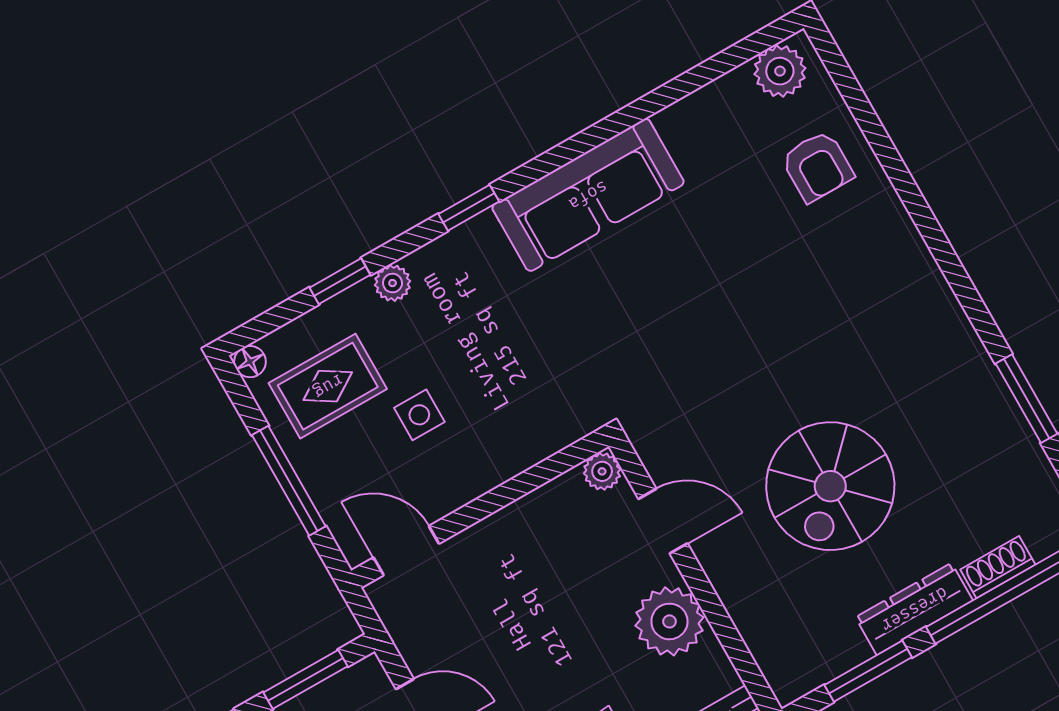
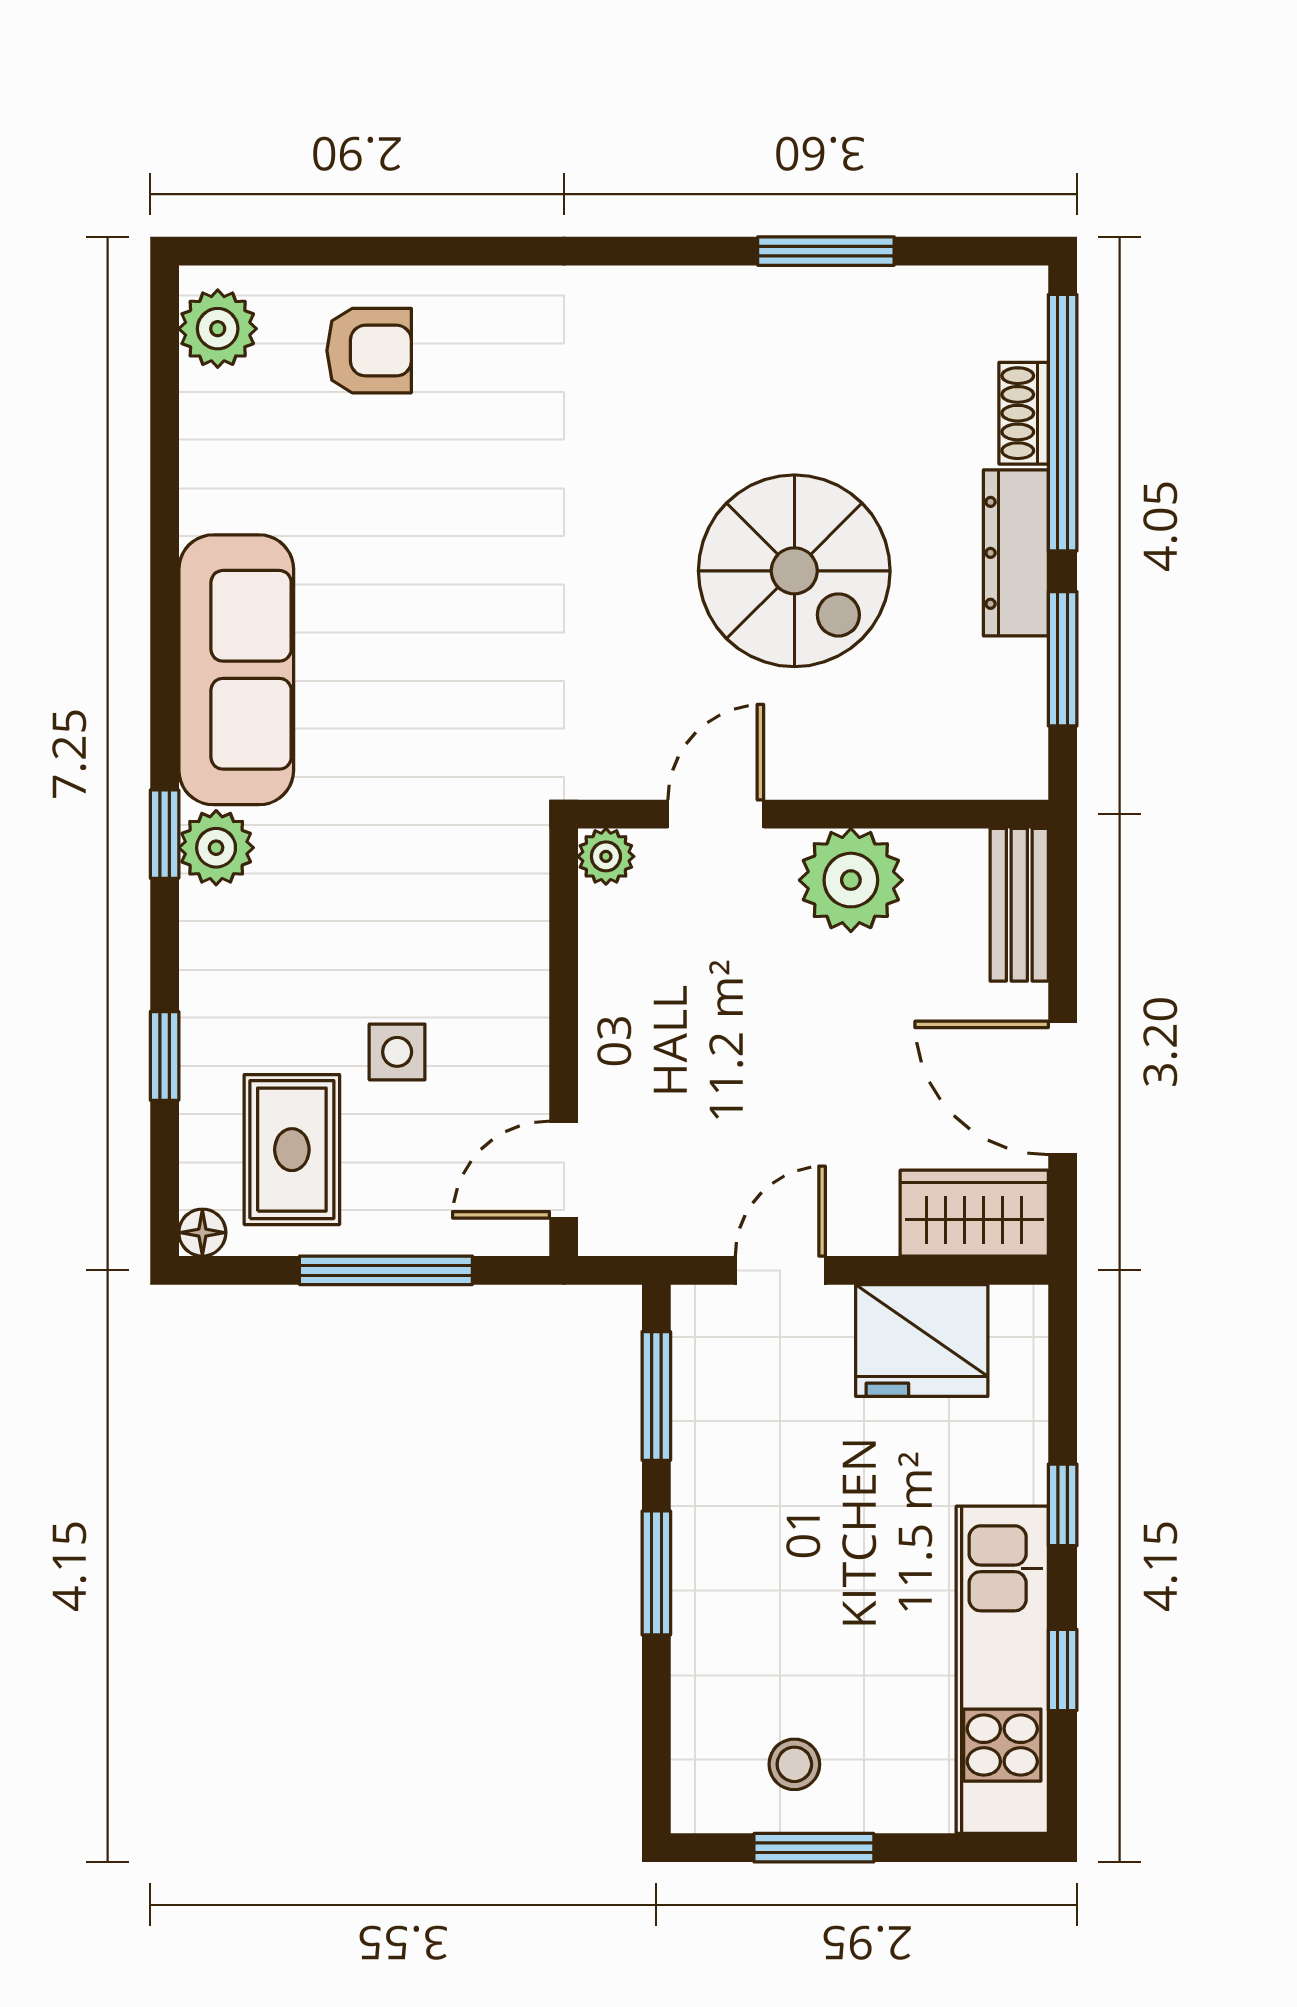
plant: (393, 283) -> (216, 848), moved, width x1.38, depth x1.38

